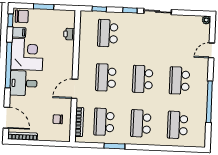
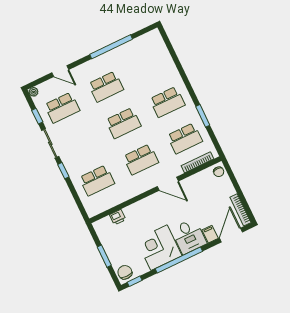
window: (99, 9) -> (37, 116), moved
filing cabinet: (19, 32) -> (210, 234), moved
chair: (58, 119) -> (219, 172), moved
school desk: (178, 125) -> (62, 108), moved

